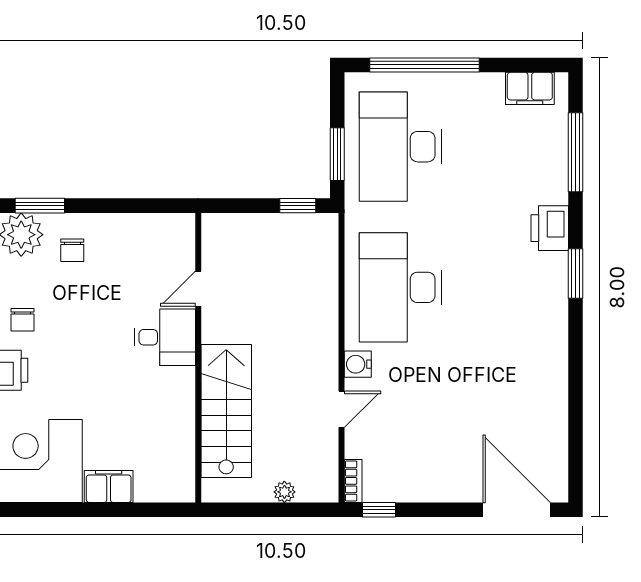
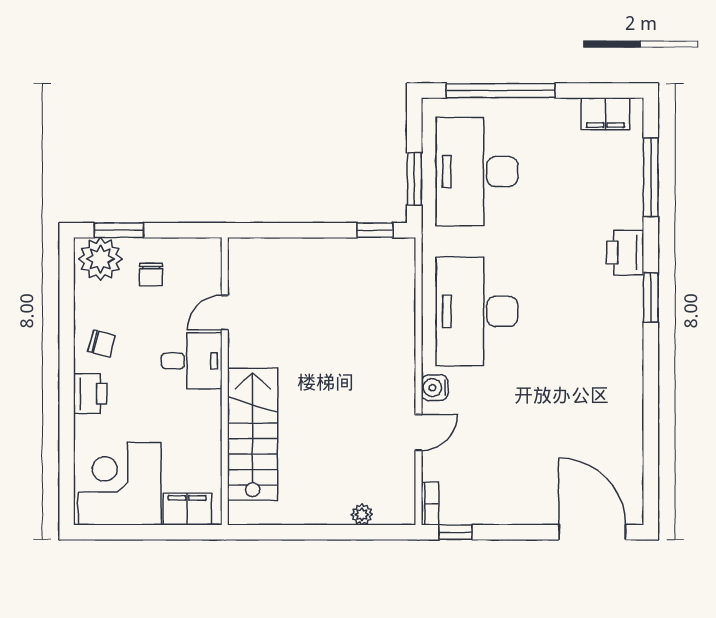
door: (198, 289) -> (225, 313), moved
chair: (23, 320) -> (102, 344), turned -75
desk: (165, 337) -> (192, 361), moved
wall: (198, 358) -> (225, 381), moved
stairs: (226, 411) -> (253, 434), moved

